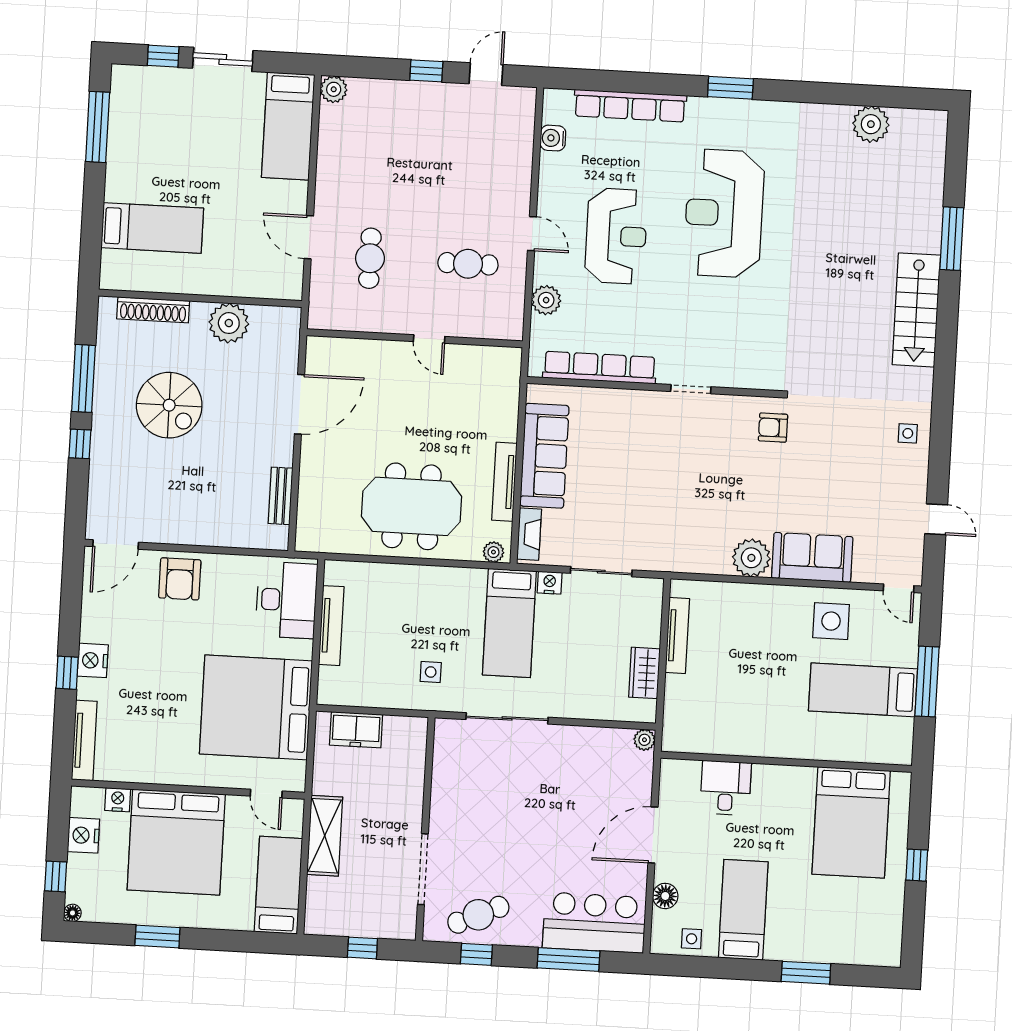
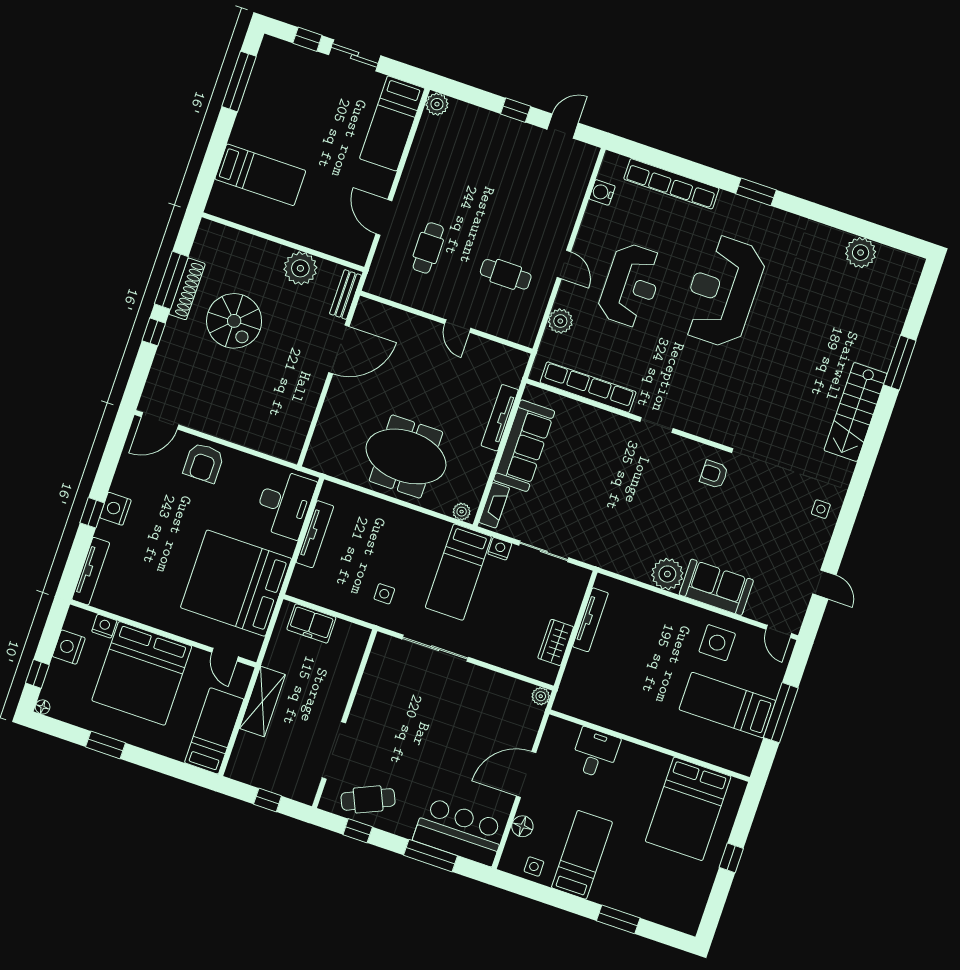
shoe rack: (153, 310) -> (187, 289), moved, turned -90
tv unit: (504, 482) -> (500, 418), moved
bench: (280, 496) -> (345, 295), moved

